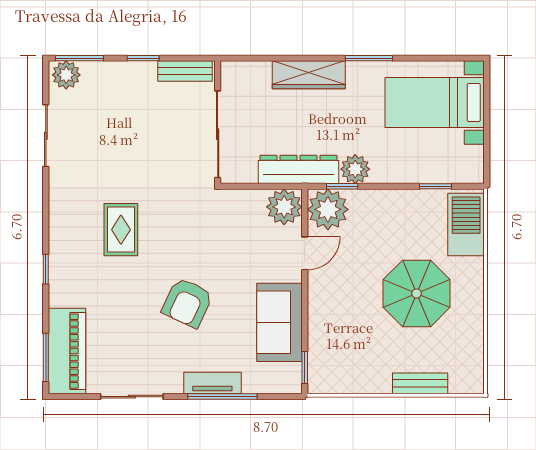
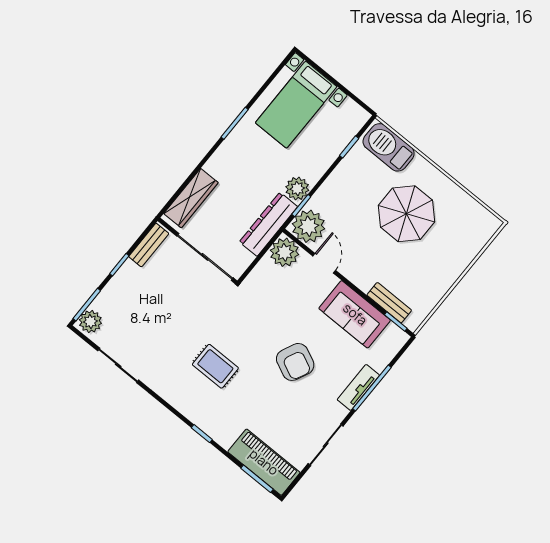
wardrobe: (309, 75) -> (191, 198), moved
bench: (420, 383) -> (389, 303), moved, turned 90

